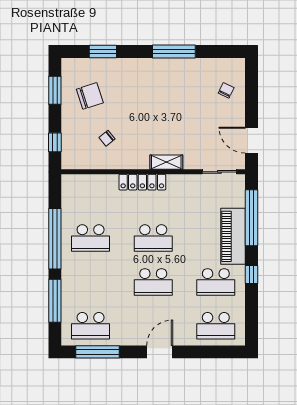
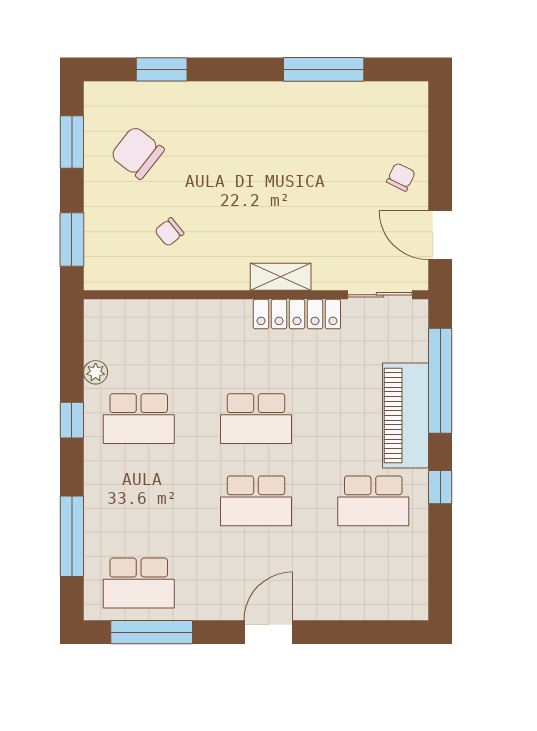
window: (174, 52) -> (324, 69), moved
chair: (226, 90) -> (401, 177), moved
chair: (90, 96) -> (137, 153), turned -124
window: (55, 142) -> (72, 239), width x1.50
locker: (142, 182) -> (297, 314), moved
plant: (68, 213) -> (96, 372), added
window: (55, 239) -> (72, 420), width x0.32
school desk: (216, 326) -> (373, 583), removed

